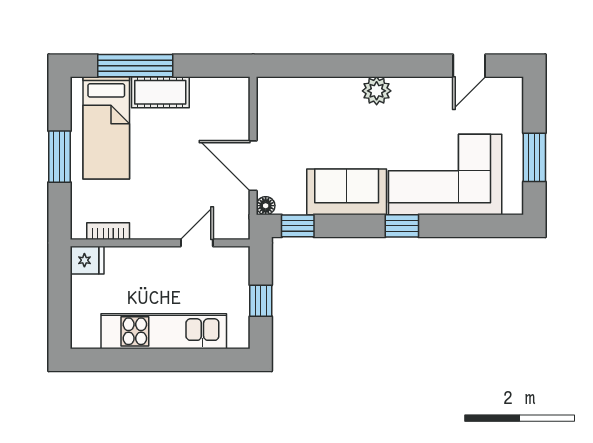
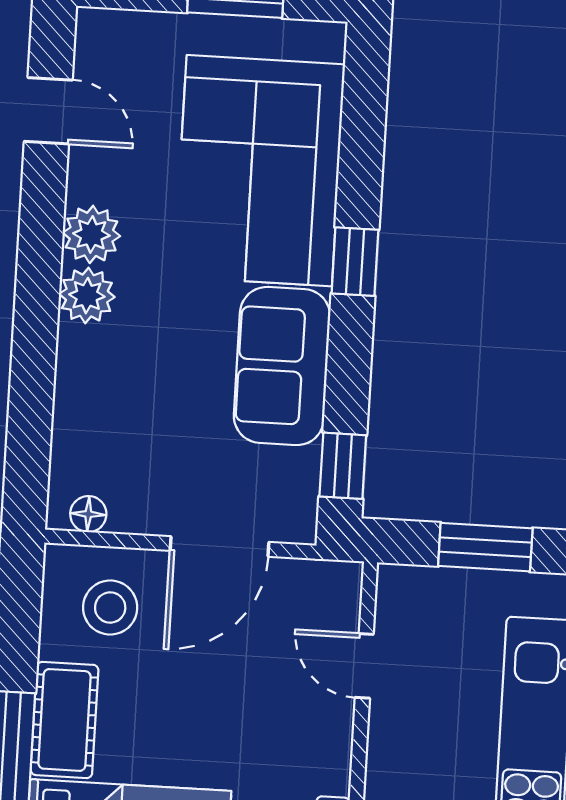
plant: (408, 91) -> (91, 234), added
stool: (219, 112) -> (110, 608), added
floor lamp: (266, 206) -> (88, 514), moved
window: (261, 301) -> (485, 547), width x1.50

